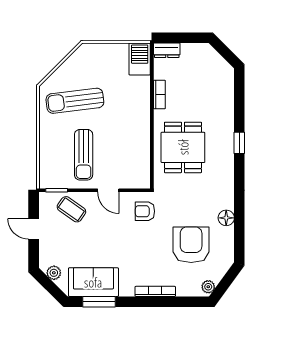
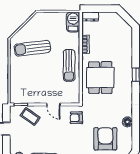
sun lounger: (84, 155) -> (69, 65), moved

